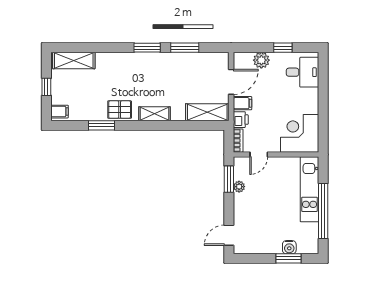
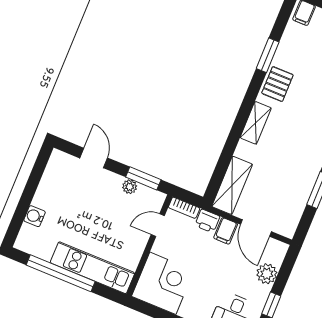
door: (259, 155) -> (158, 225), hinge flipped
door: (229, 235) -> (94, 158), moved
window: (288, 258) -> (22, 210), removed

